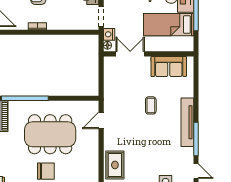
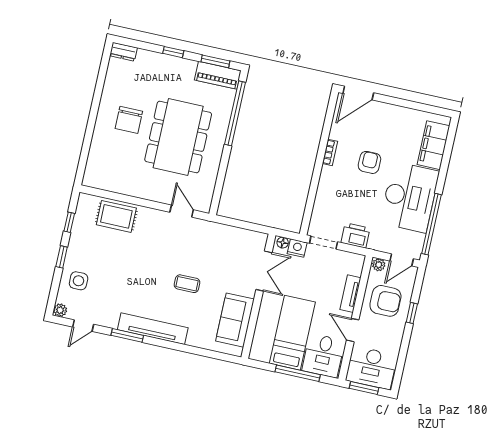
window: (196, 139) -> (127, 335), width x0.69

